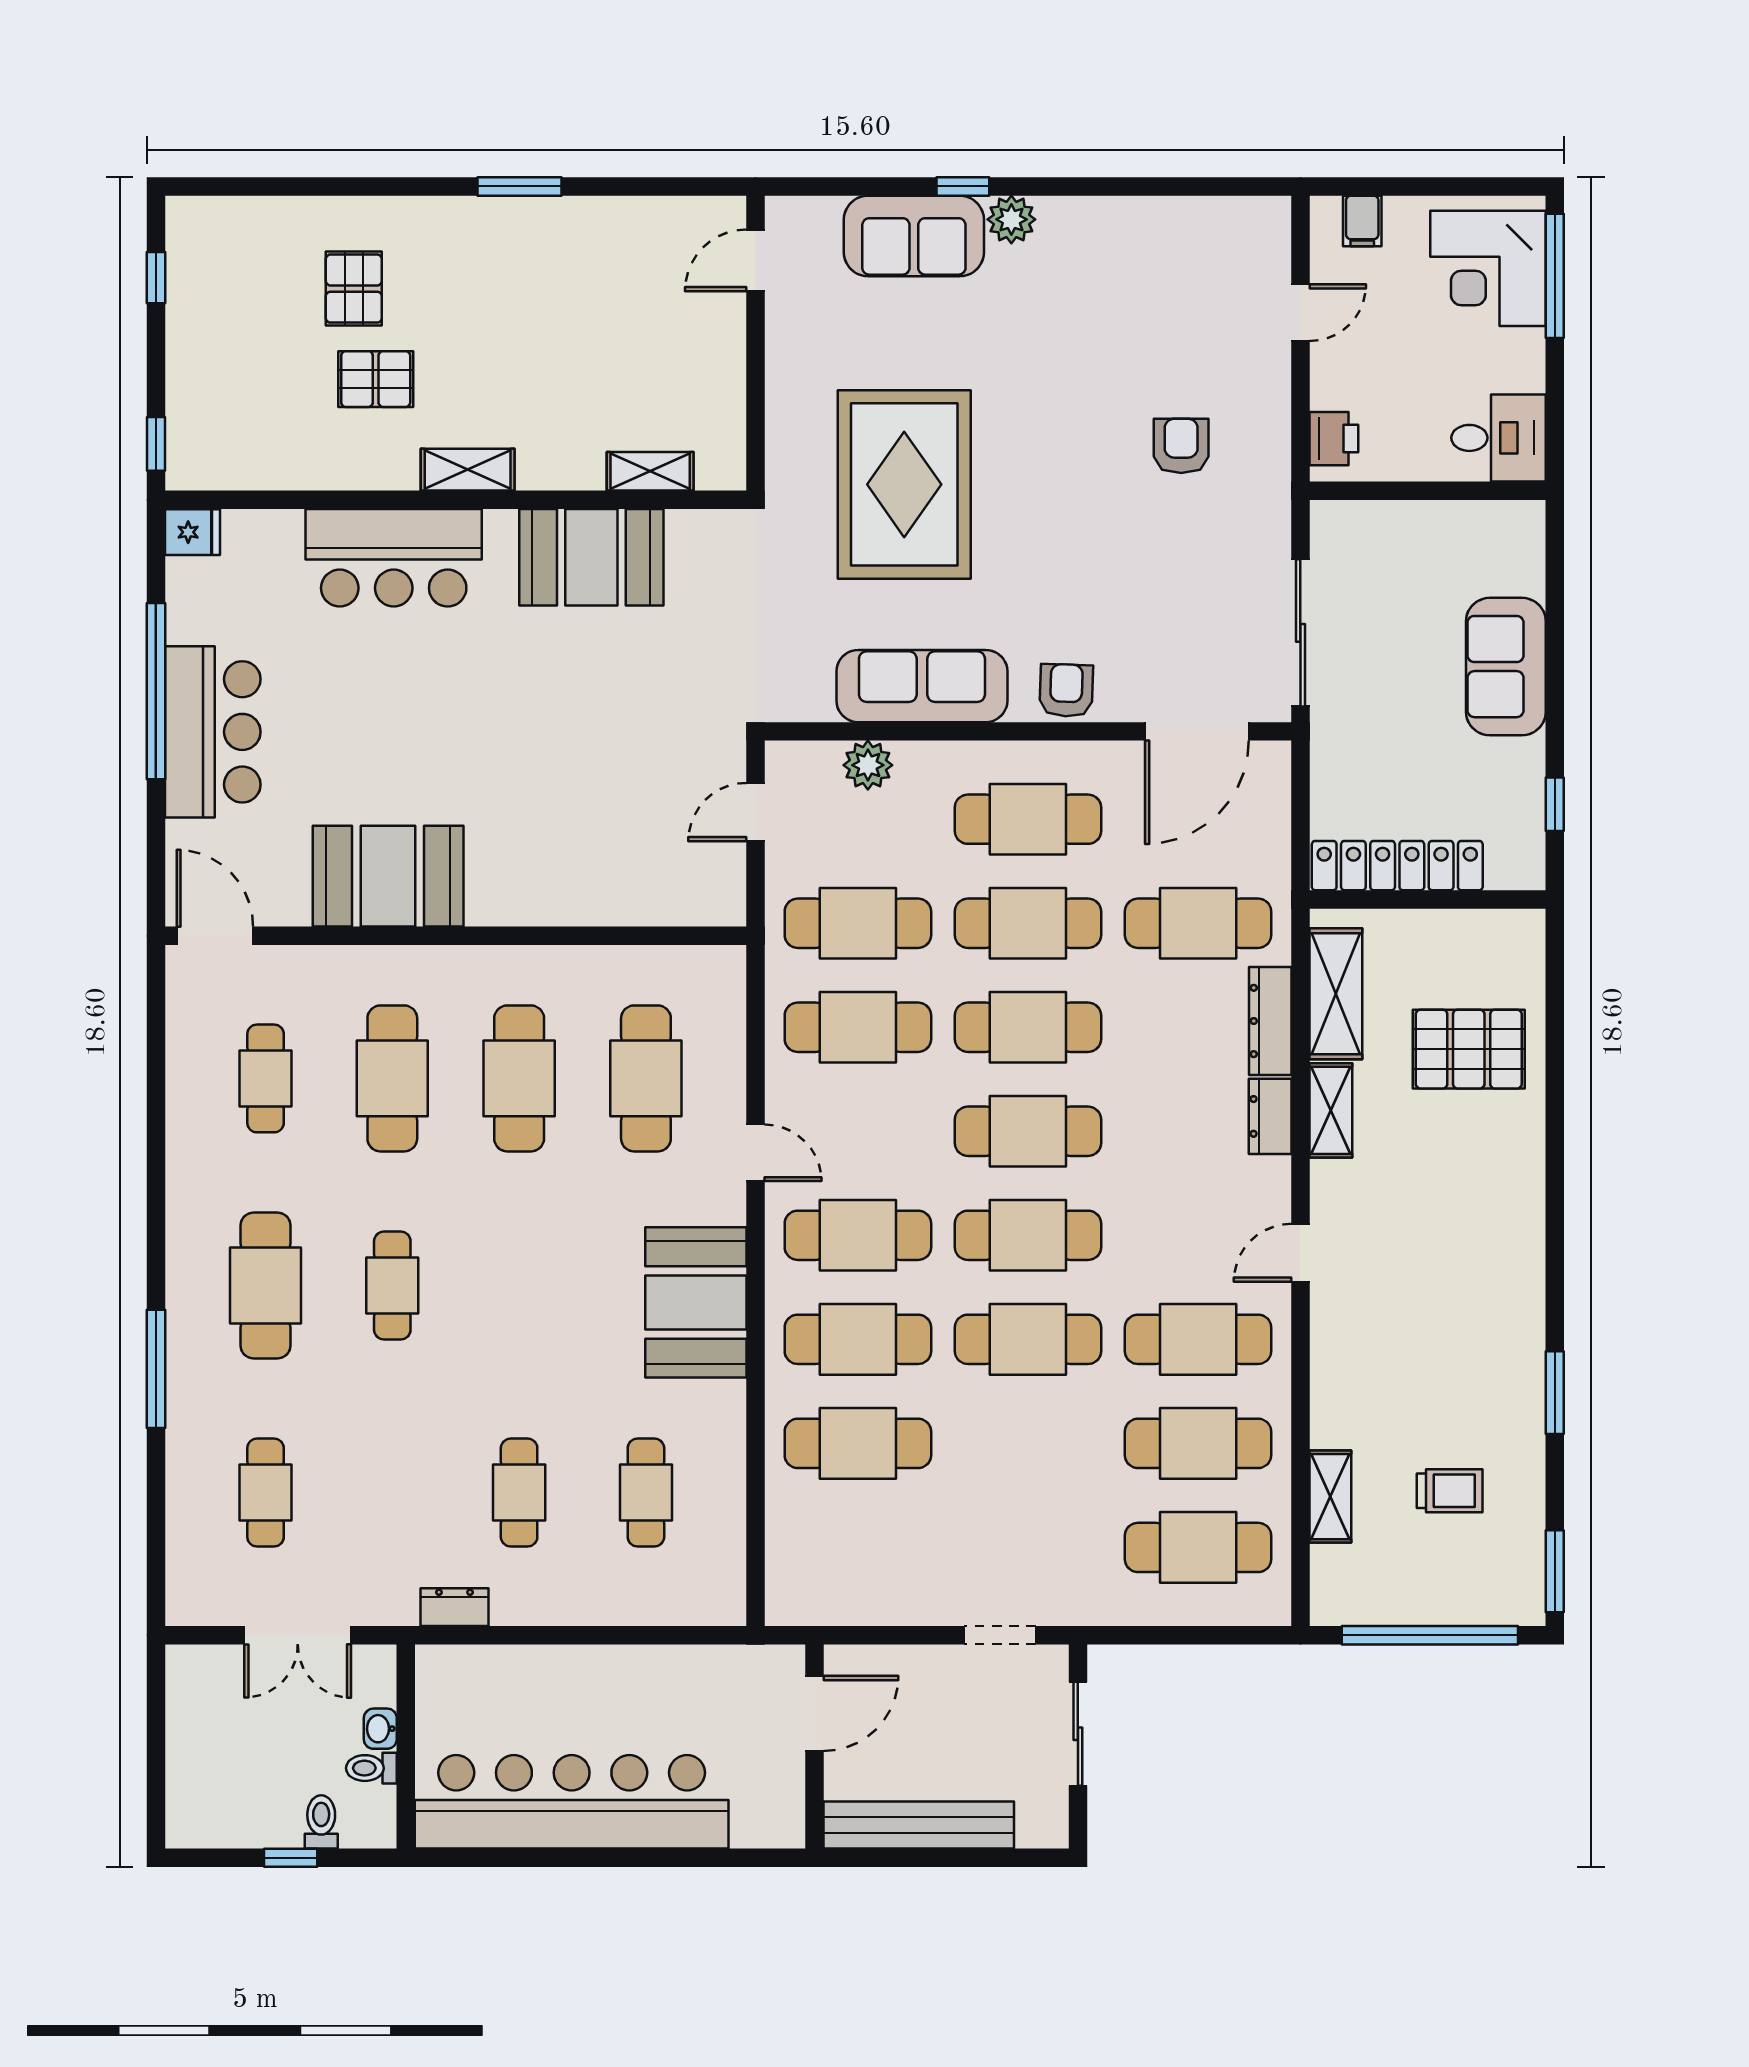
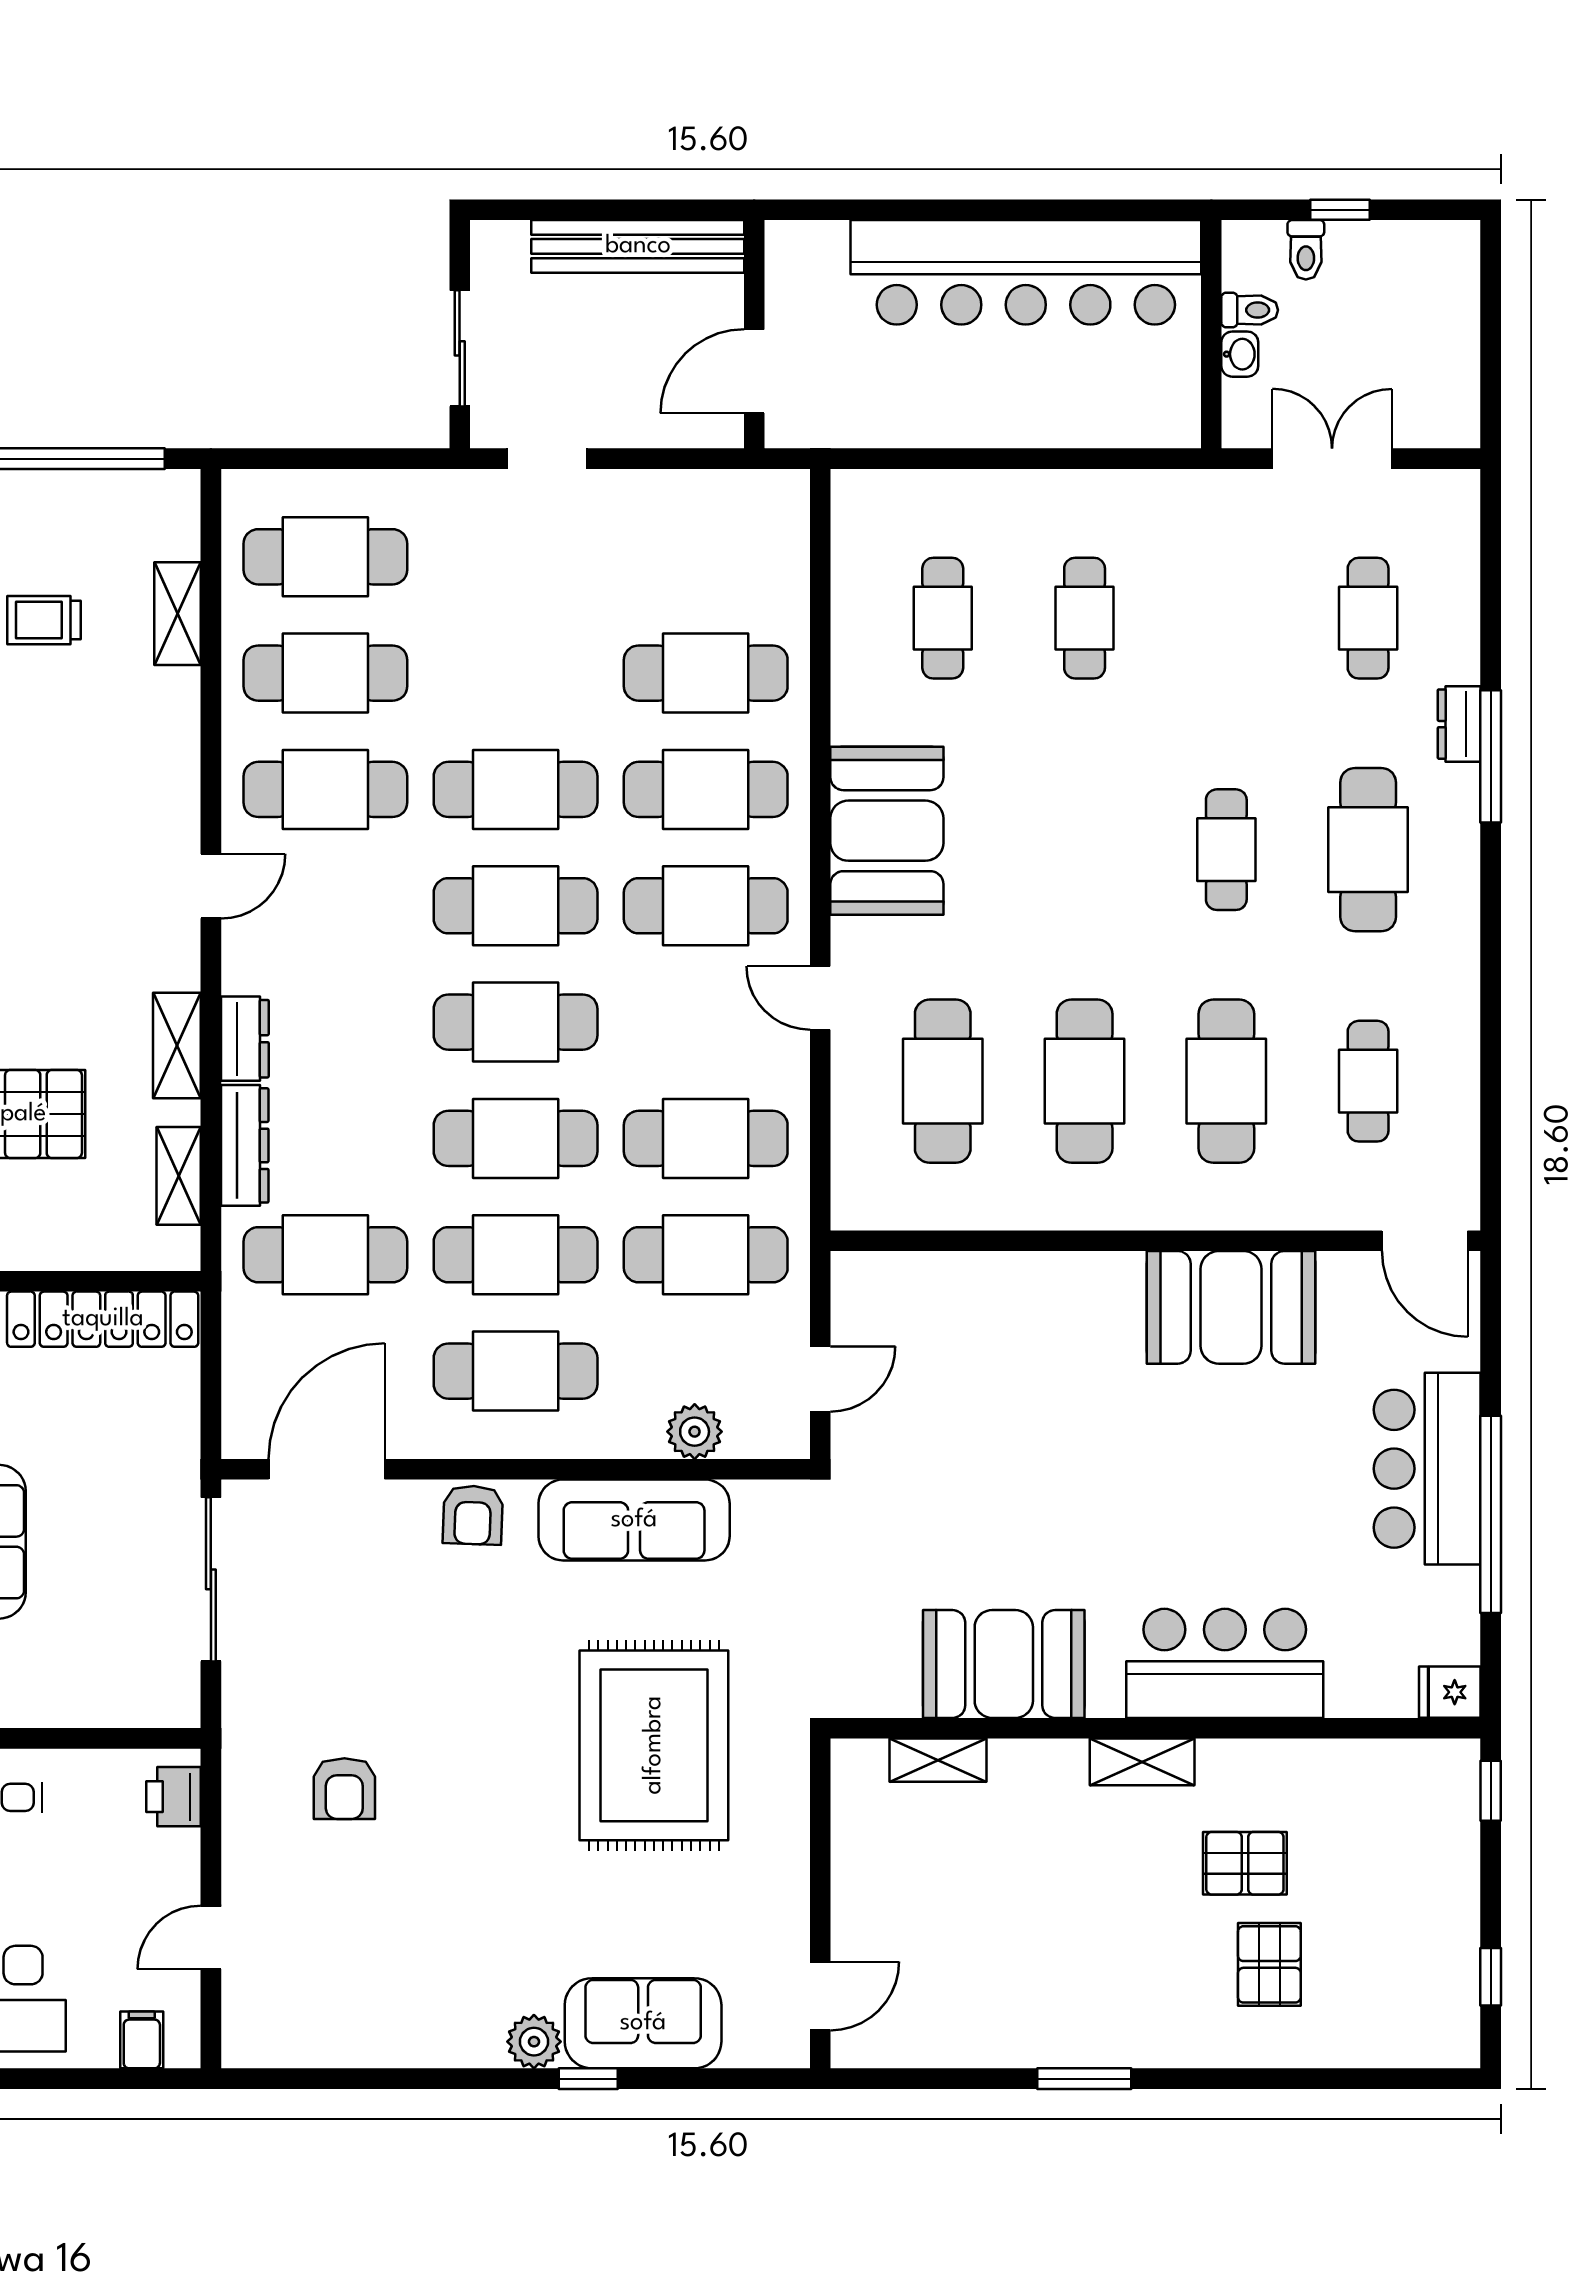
shelving: (1336, 994) -> (179, 1176), width x0.67, depth x0.75
dresser: (454, 1607) -> (1459, 724), moved, turned 90

